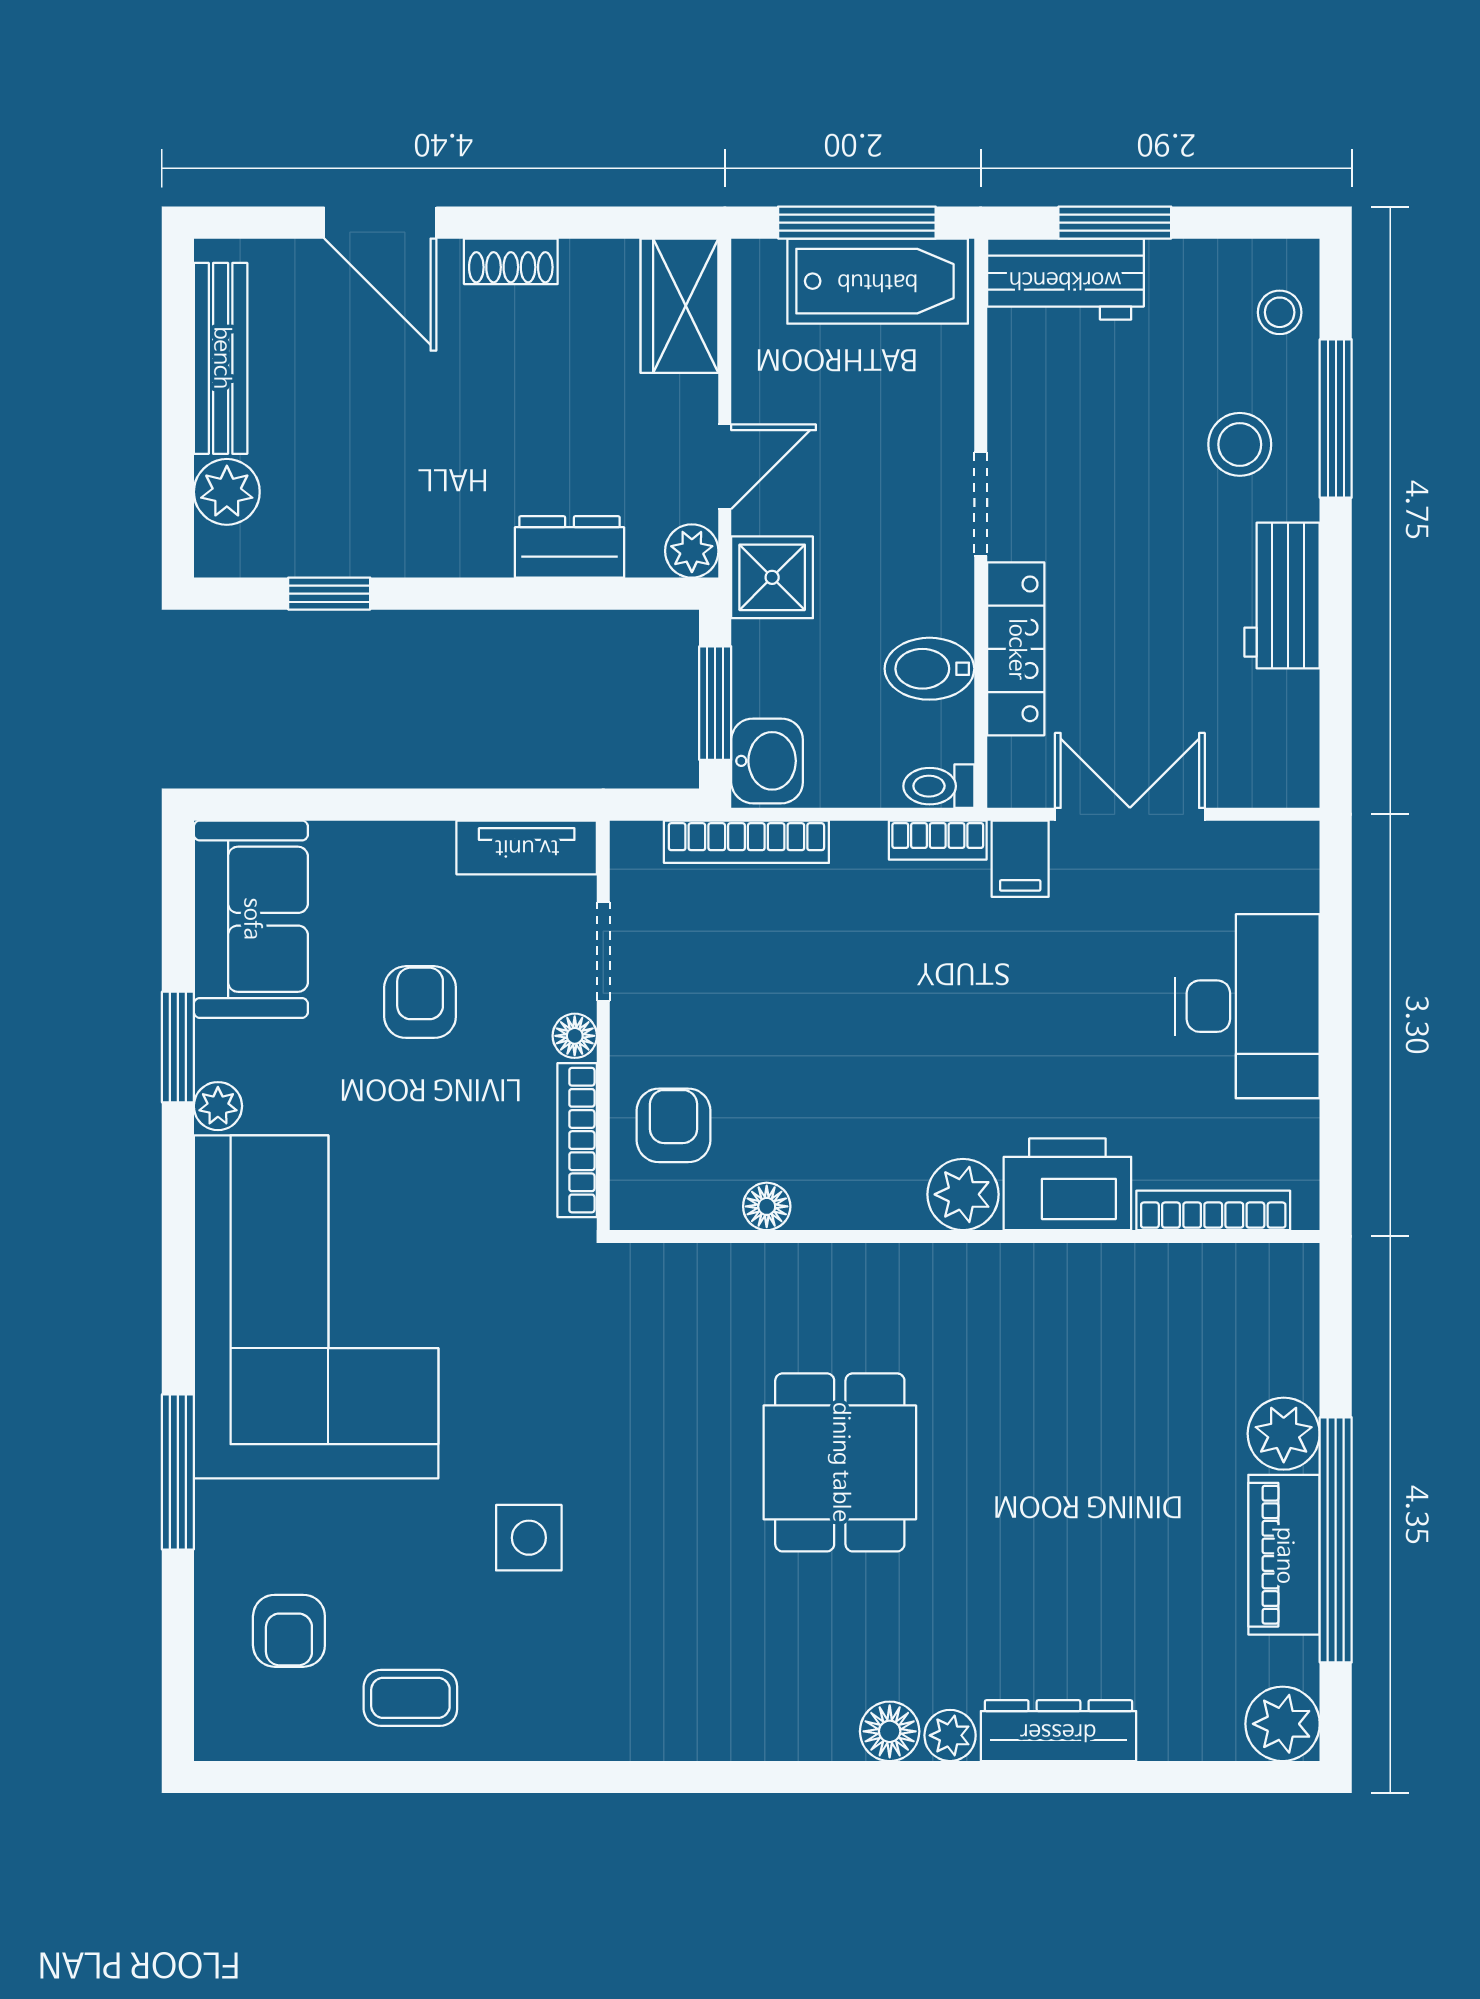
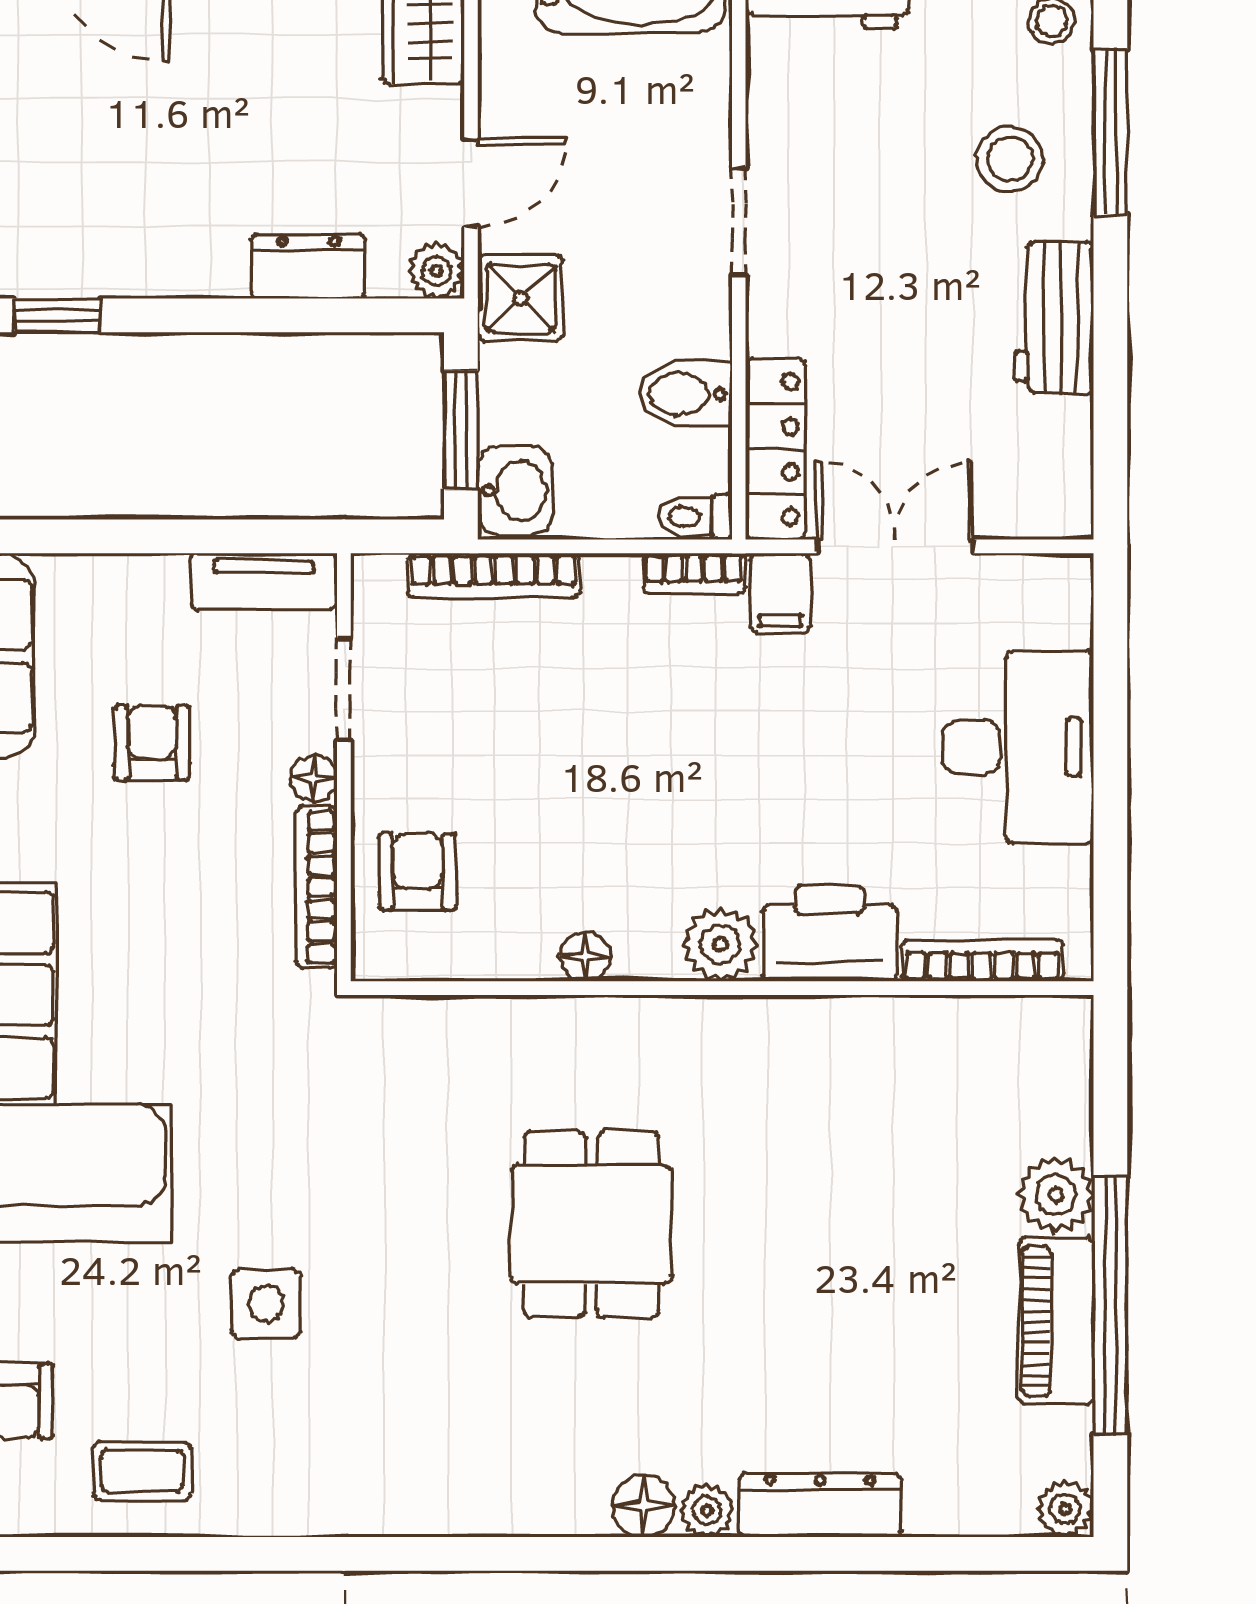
locker: (1016, 649) -> (775, 449), moved
floor lamp: (767, 1206) -> (585, 957), moved
plant: (1283, 1724) -> (1065, 1509), width x0.73, depth x0.73

